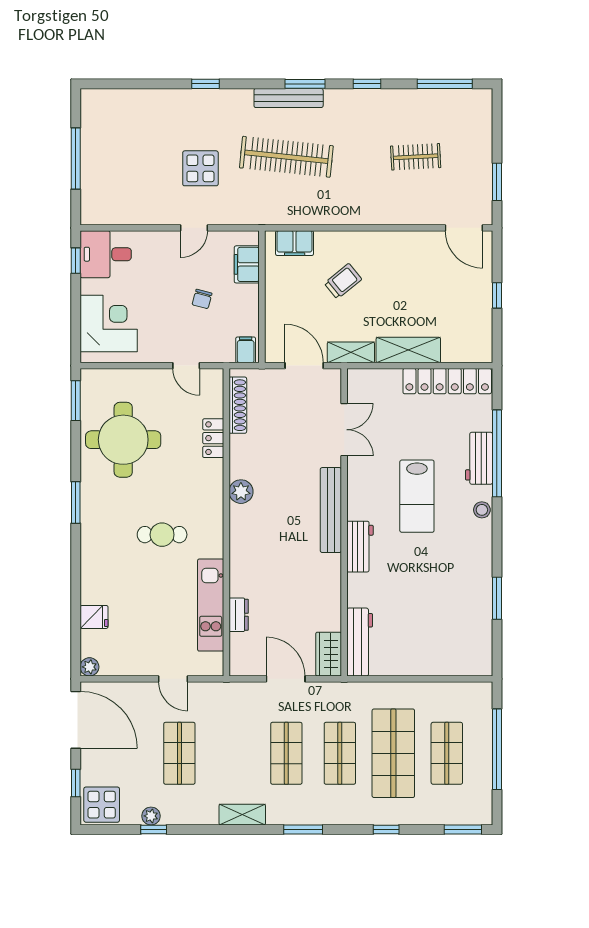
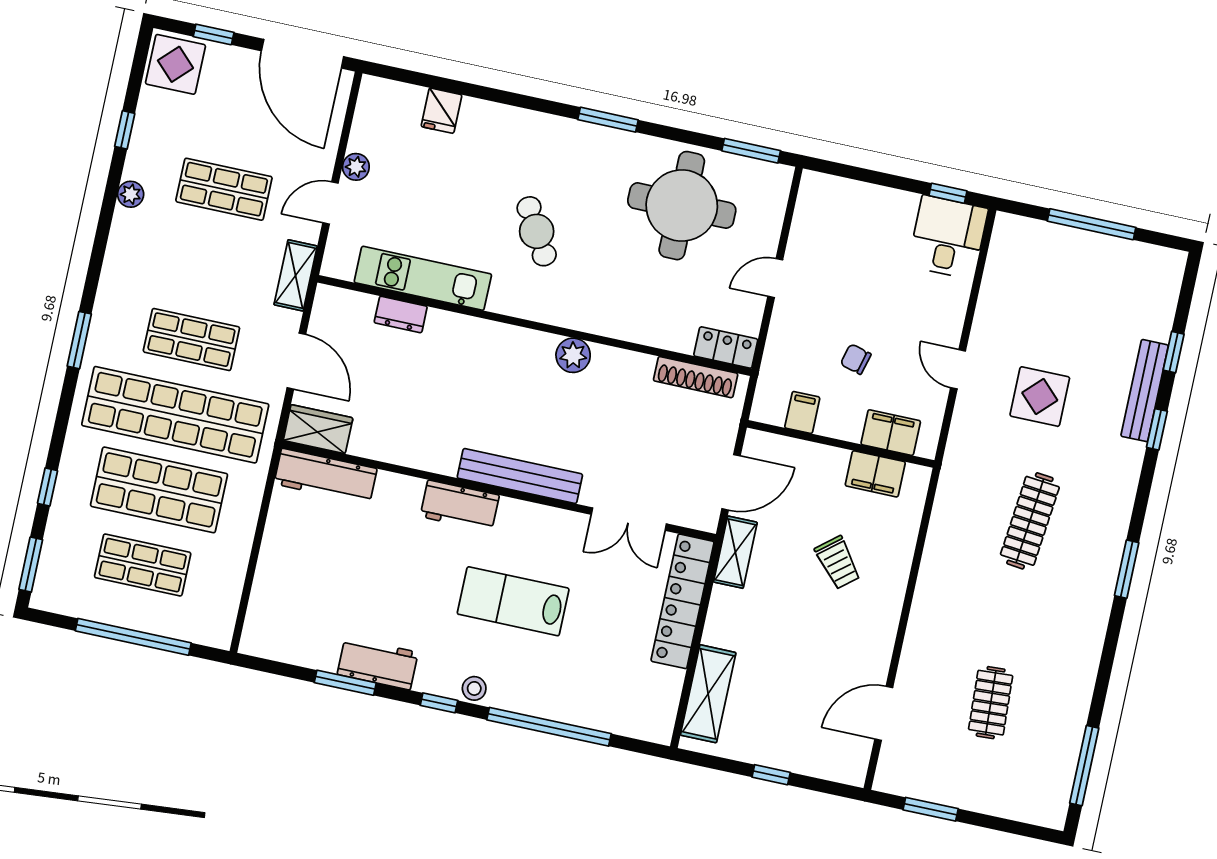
window: (367, 84) -> (1174, 352), moved
bench: (289, 98) -> (1145, 391), moved
clothes rail: (286, 157) -> (1030, 521), width x0.73, depth x0.76
door: (464, 228) -> (884, 713), moved
filing cabinet: (295, 243) -> (875, 474), moved, turned -90
corner desk: (109, 323) -> (850, 220), removed
filing cabinet: (246, 350) -> (802, 412), moved, turned -90
shelving: (408, 350) -> (708, 694), moved
door: (186, 366) -> (775, 278), moved
locker: (447, 381) -> (682, 601), moved
locker: (213, 438) -> (726, 348), moved
workbench: (479, 458) -> (378, 663), moved
window: (497, 532) -> (439, 703), added
cafe table: (162, 535) -> (537, 231), turned -30
plant: (89, 667) -> (356, 167), moved
door: (286, 679) -> (296, 361), hinge flipped
door: (76, 720) -> (303, 54), hinge flipped
shop shelf: (340, 753) -> (175, 415), width x2.00, depth x1.36
shelving: (242, 815) -> (296, 275), moved
plant: (151, 816) -> (131, 194), moved
window: (386, 829) -> (47, 487), moved

